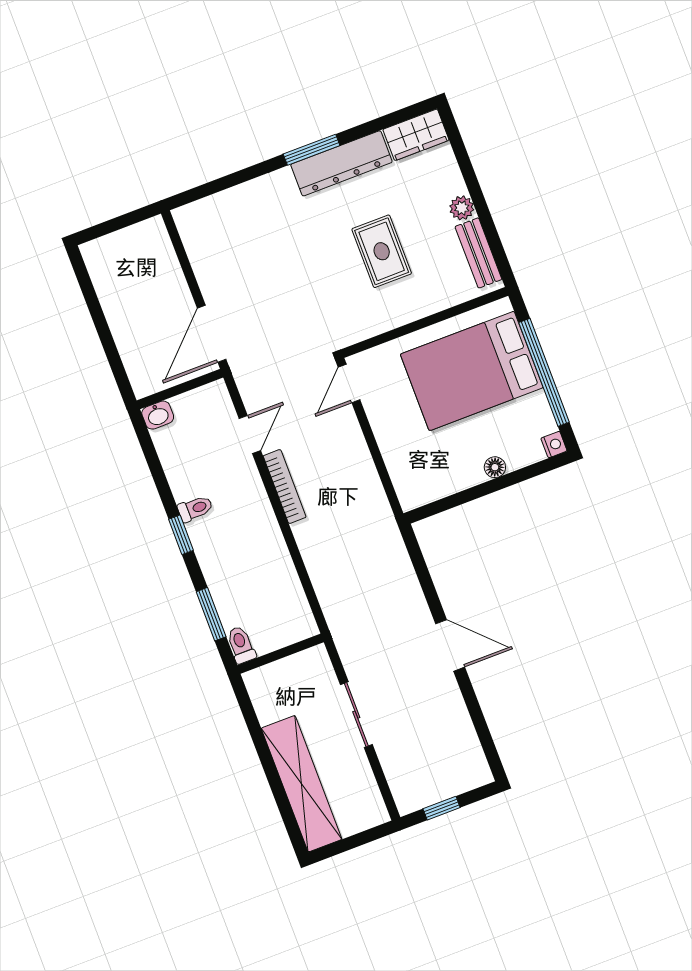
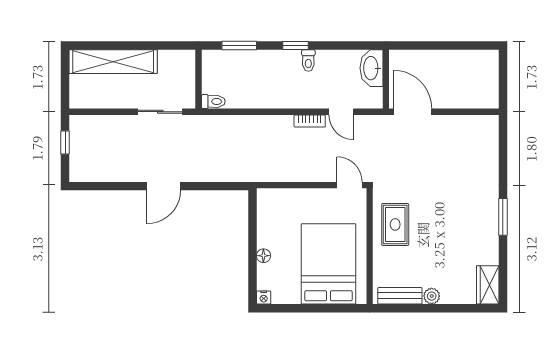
dresser: (341, 163) -> (488, 232), removed
rug: (382, 251) -> (395, 224), moved, turned 90
window: (544, 372) -> (311, 308), removed
washbasin: (158, 415) -> (372, 68), width x1.91, depth x1.45
bookcase: (285, 486) -> (310, 121), width x0.64
toilet: (241, 645) -> (213, 101), moved
sliding door: (356, 715) -> (160, 112), moved

